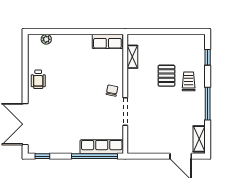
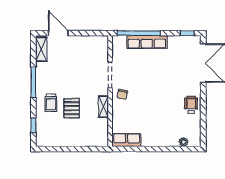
shelving: (132, 57) -> (103, 107), moved
row of seats: (102, 147) -> (147, 42), moved

